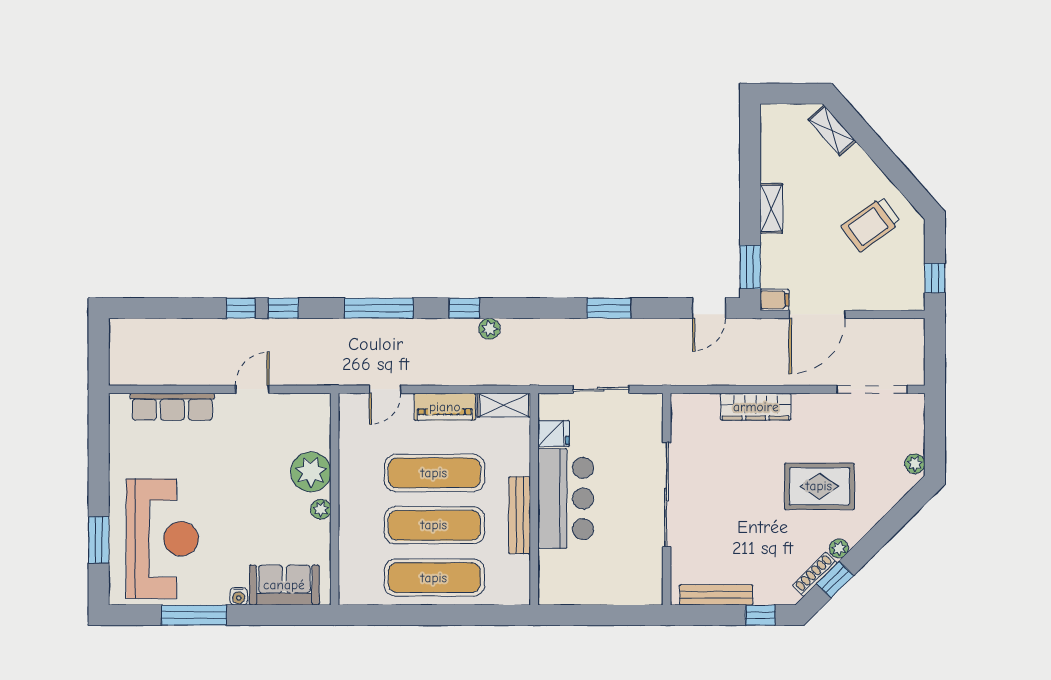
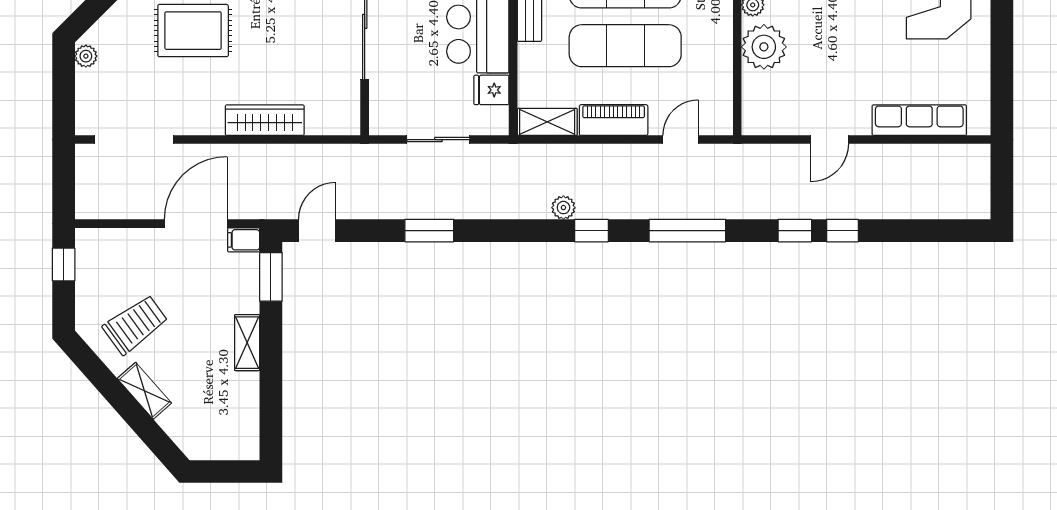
shelving: (832, 131) -> (144, 391), moved

